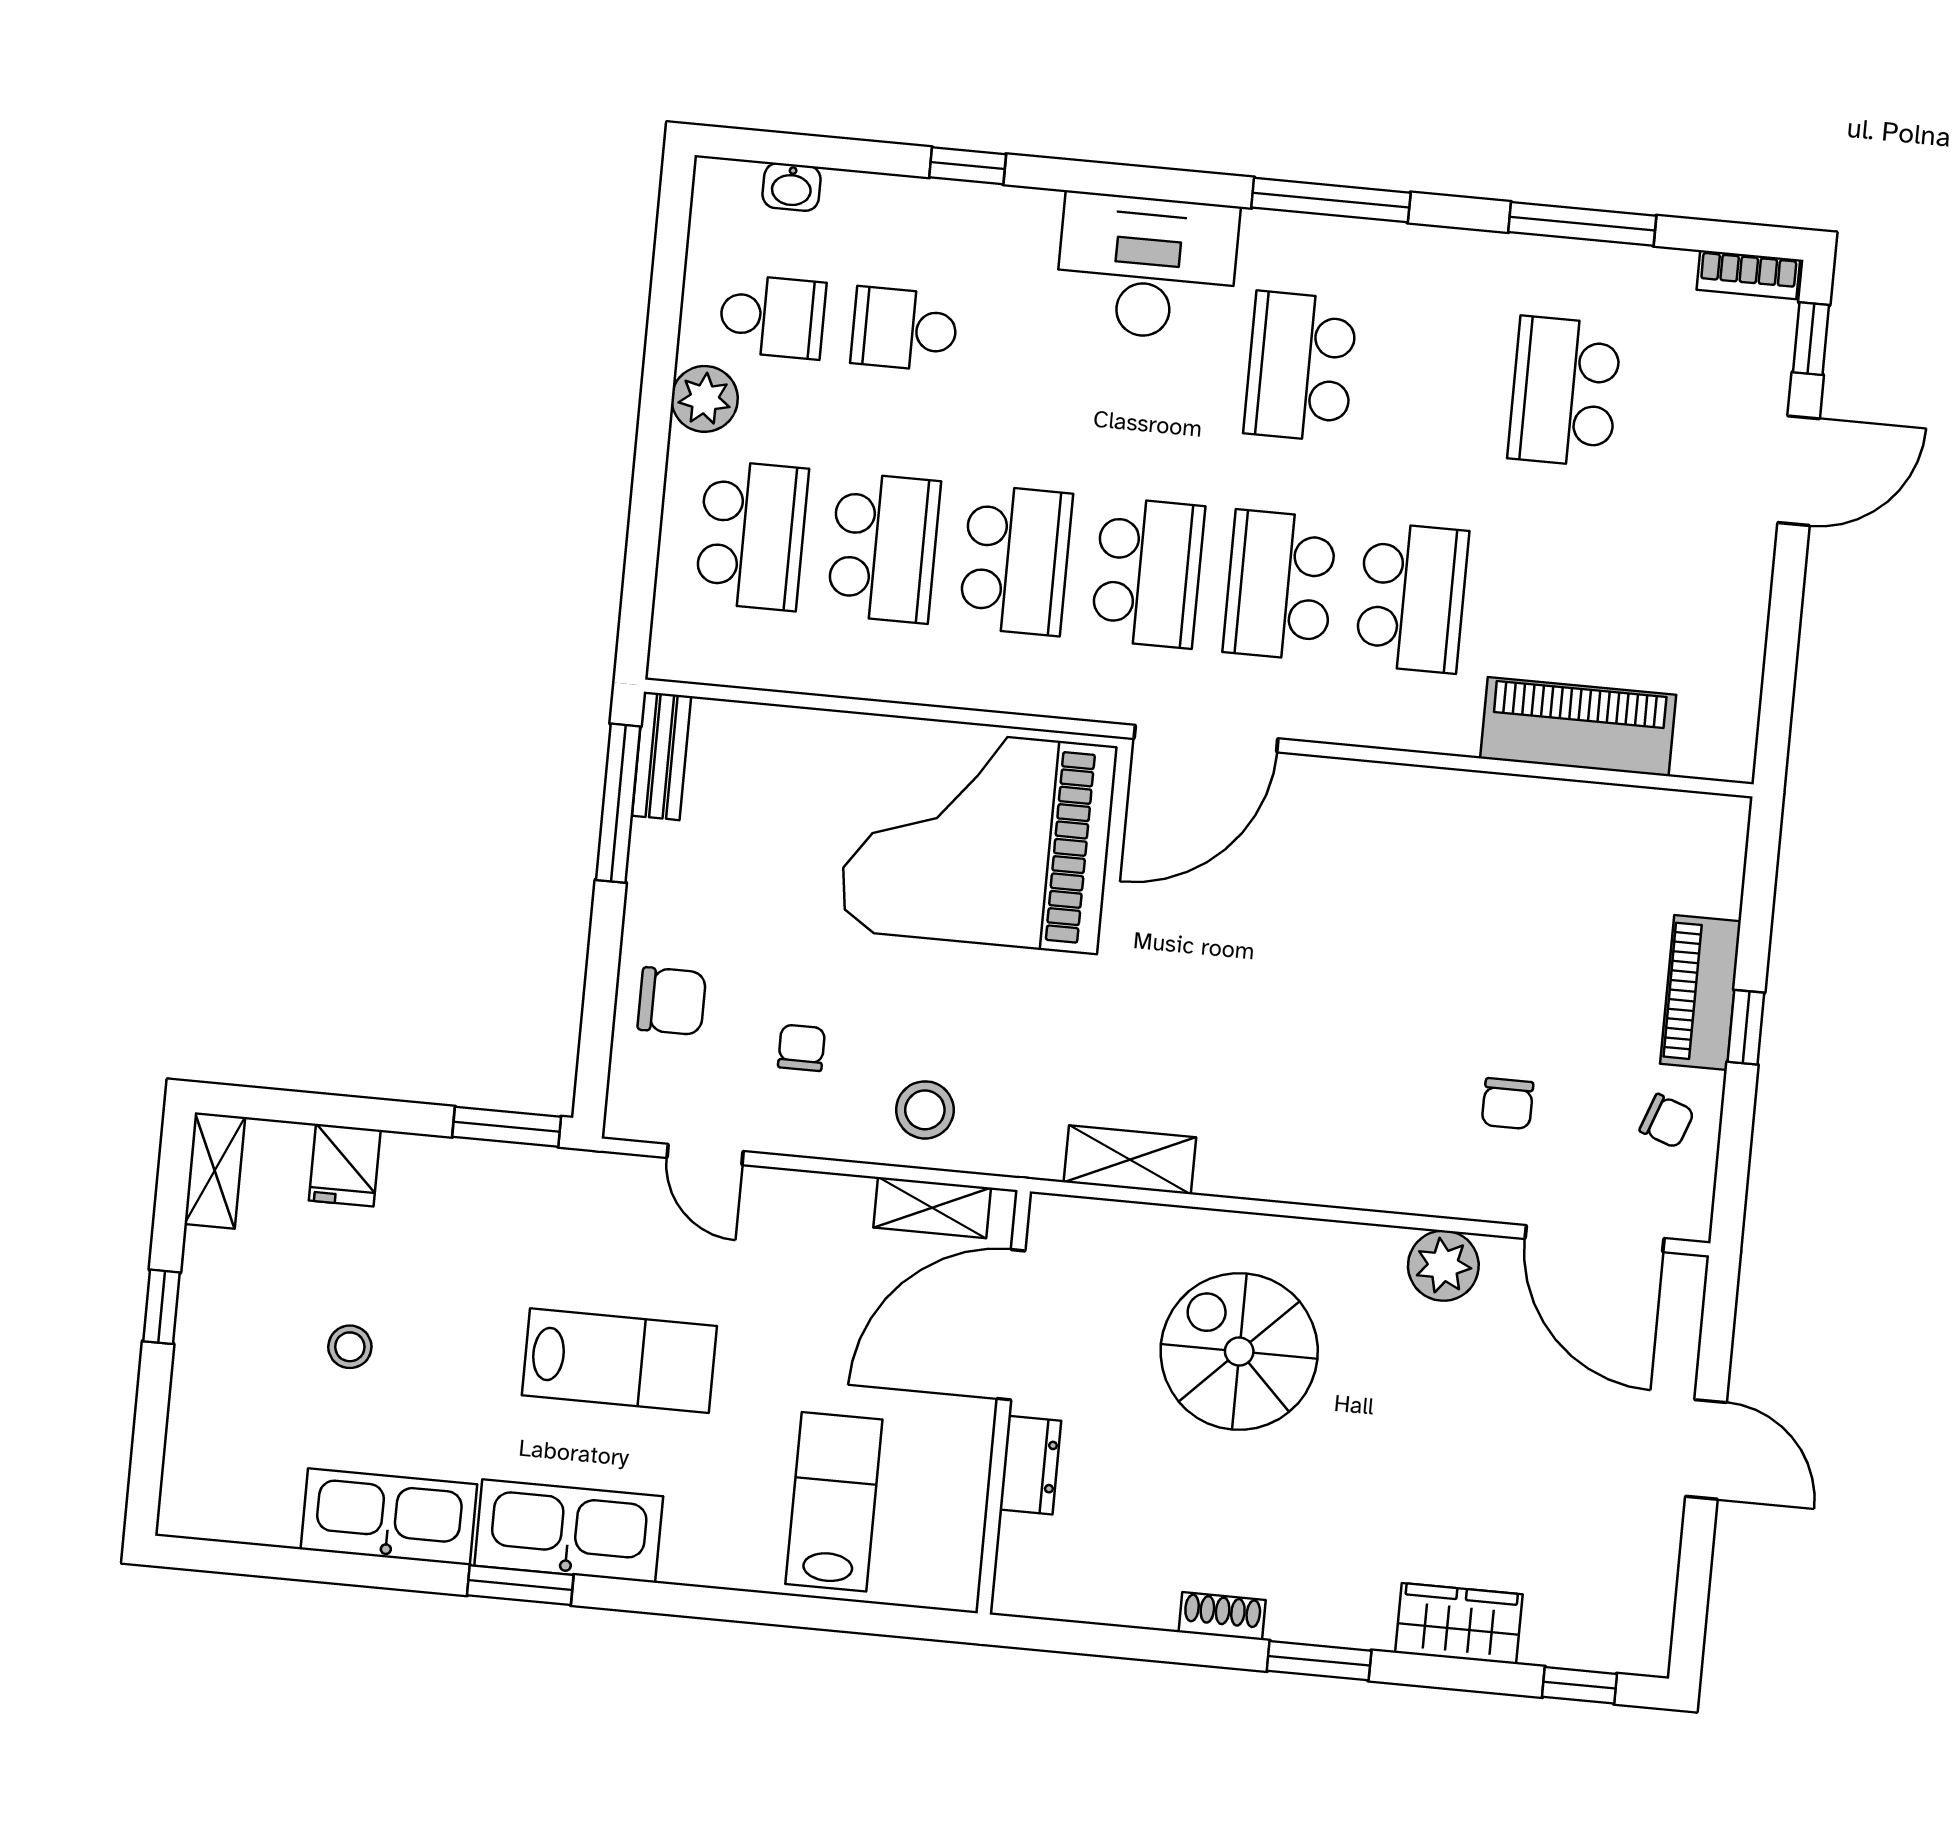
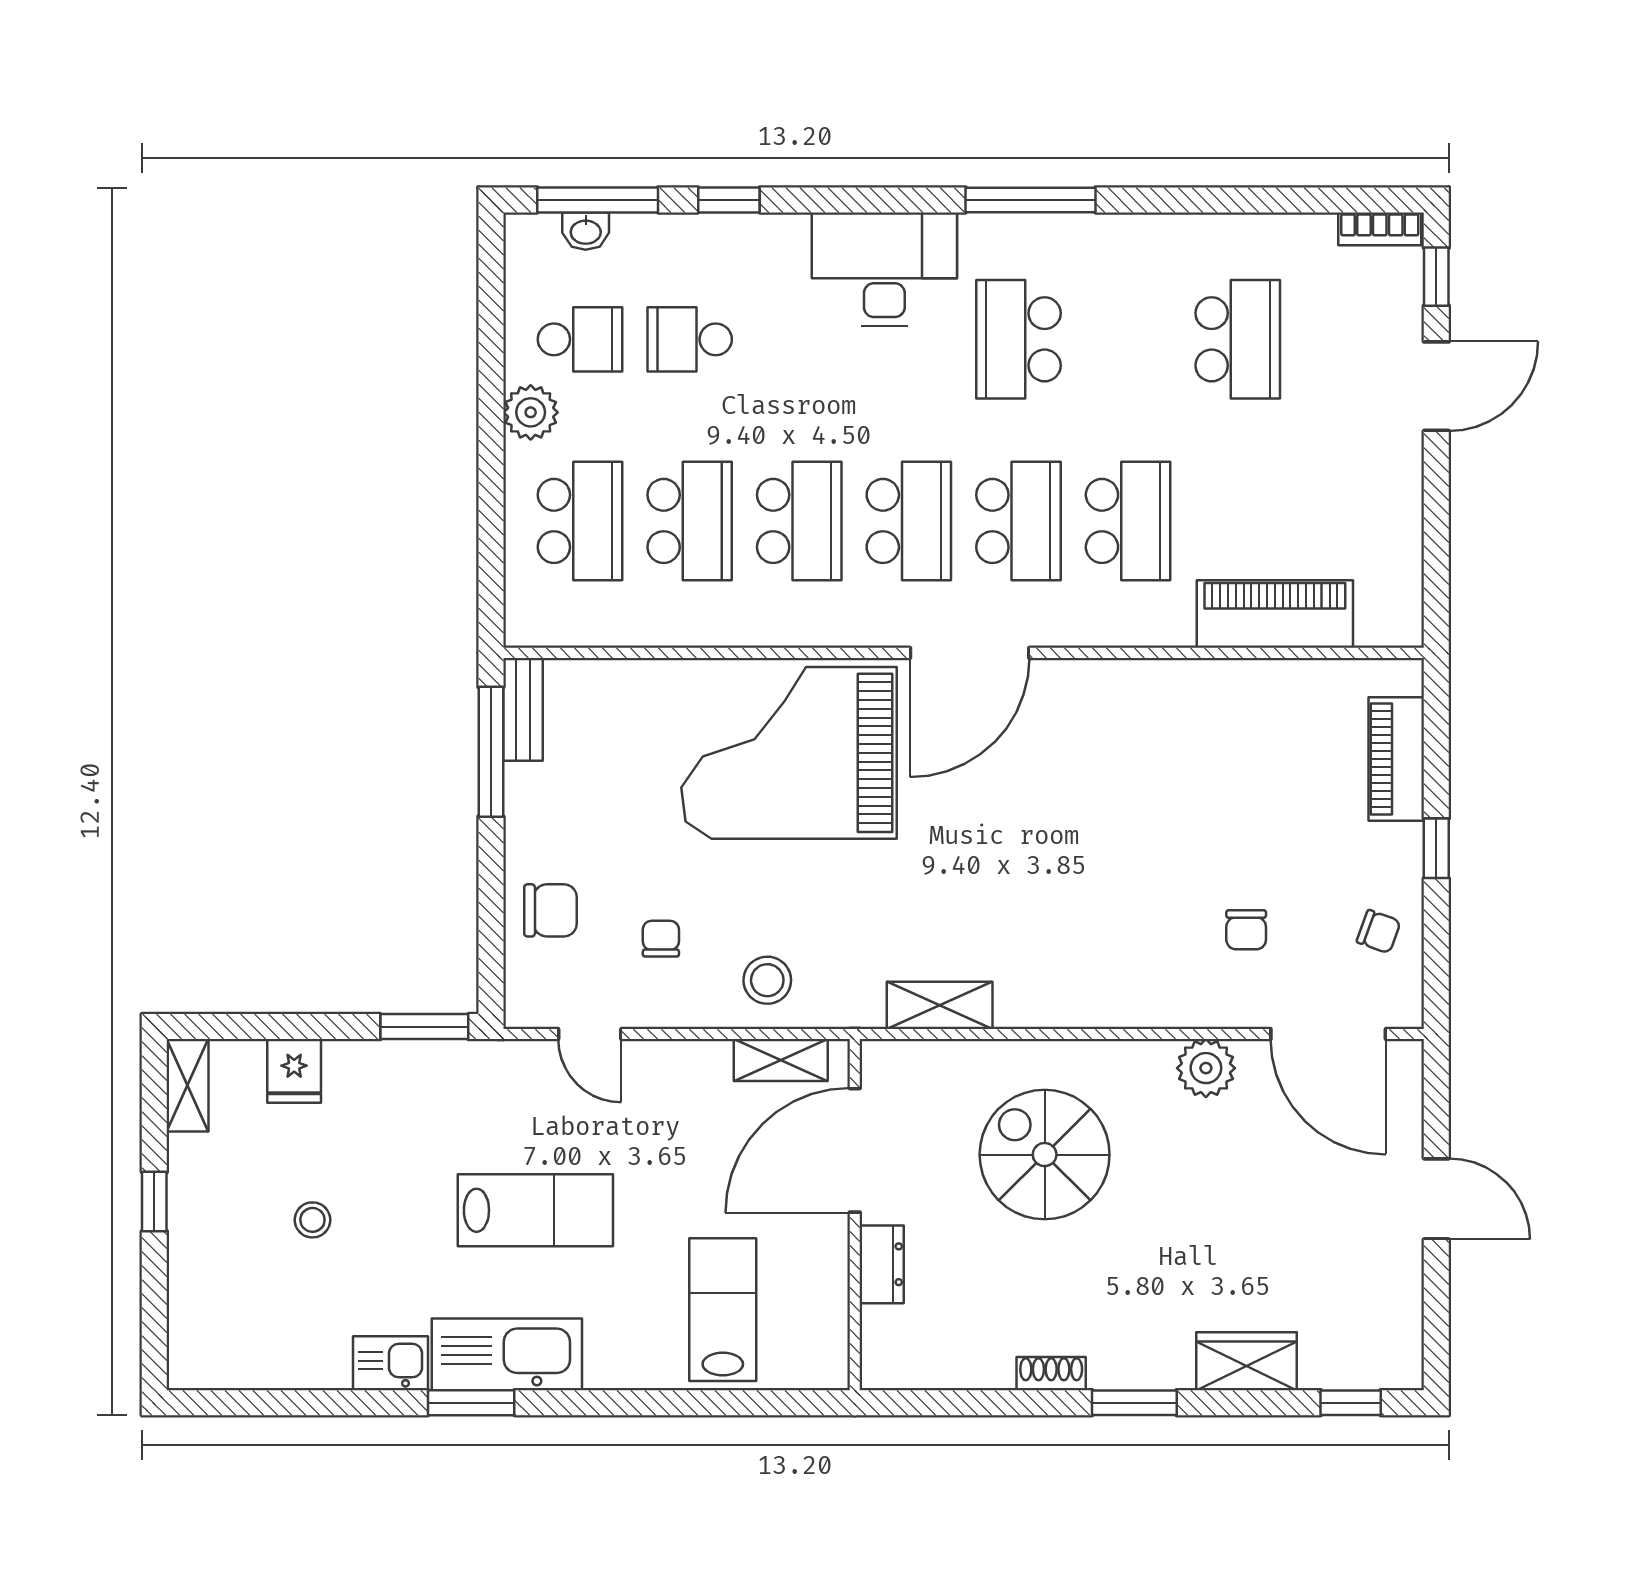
window: (1582, 224) -> (598, 200), moved
school desk: (1565, 392) -> (1238, 339), turned 180
school desk: (1280, 585) -> (1018, 521), turned 180
piano: (1701, 993) -> (1396, 759), moved
kitchen sink: (389, 1517) -> (391, 1363), width x0.53, depth x0.81

